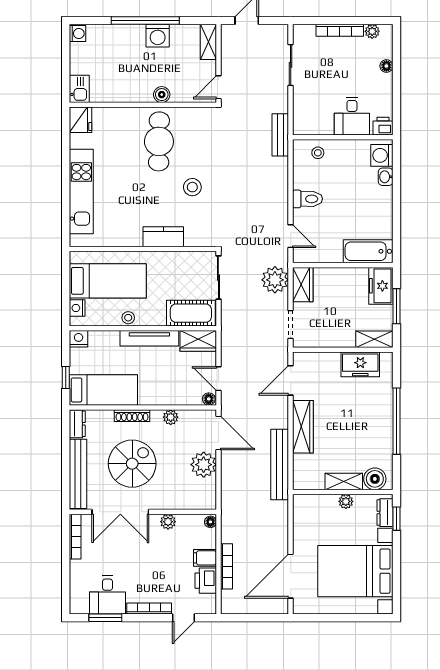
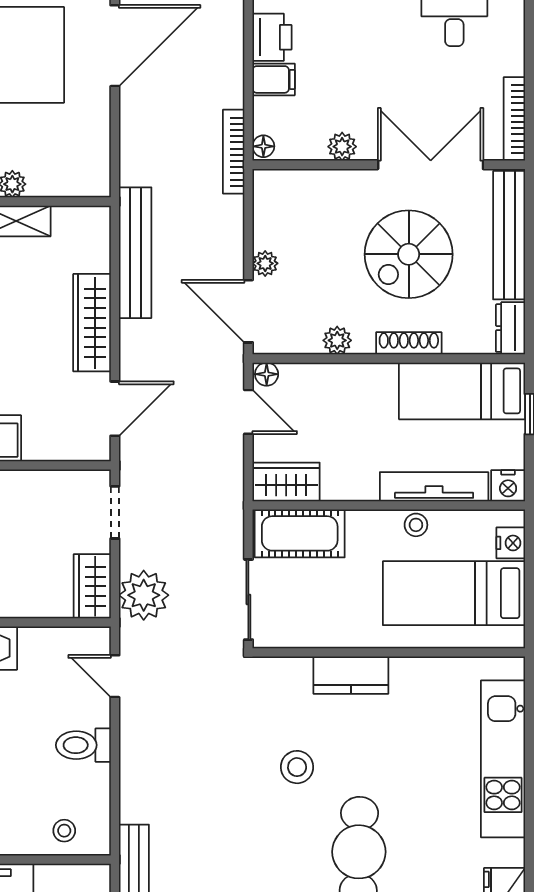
tv unit: (149, 338) -> (434, 487), moved
plant: (204, 465) -> (265, 263), width x0.53, depth x0.53
bookcase: (226, 566) -> (234, 152), moved

